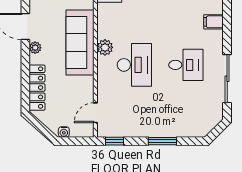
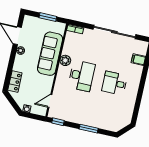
desk: (186, 65) -> (115, 83), turned 180
sliding door: (227, 79) -> (139, 98), removed
locker: (37, 88) -> (15, 82), width x0.66

